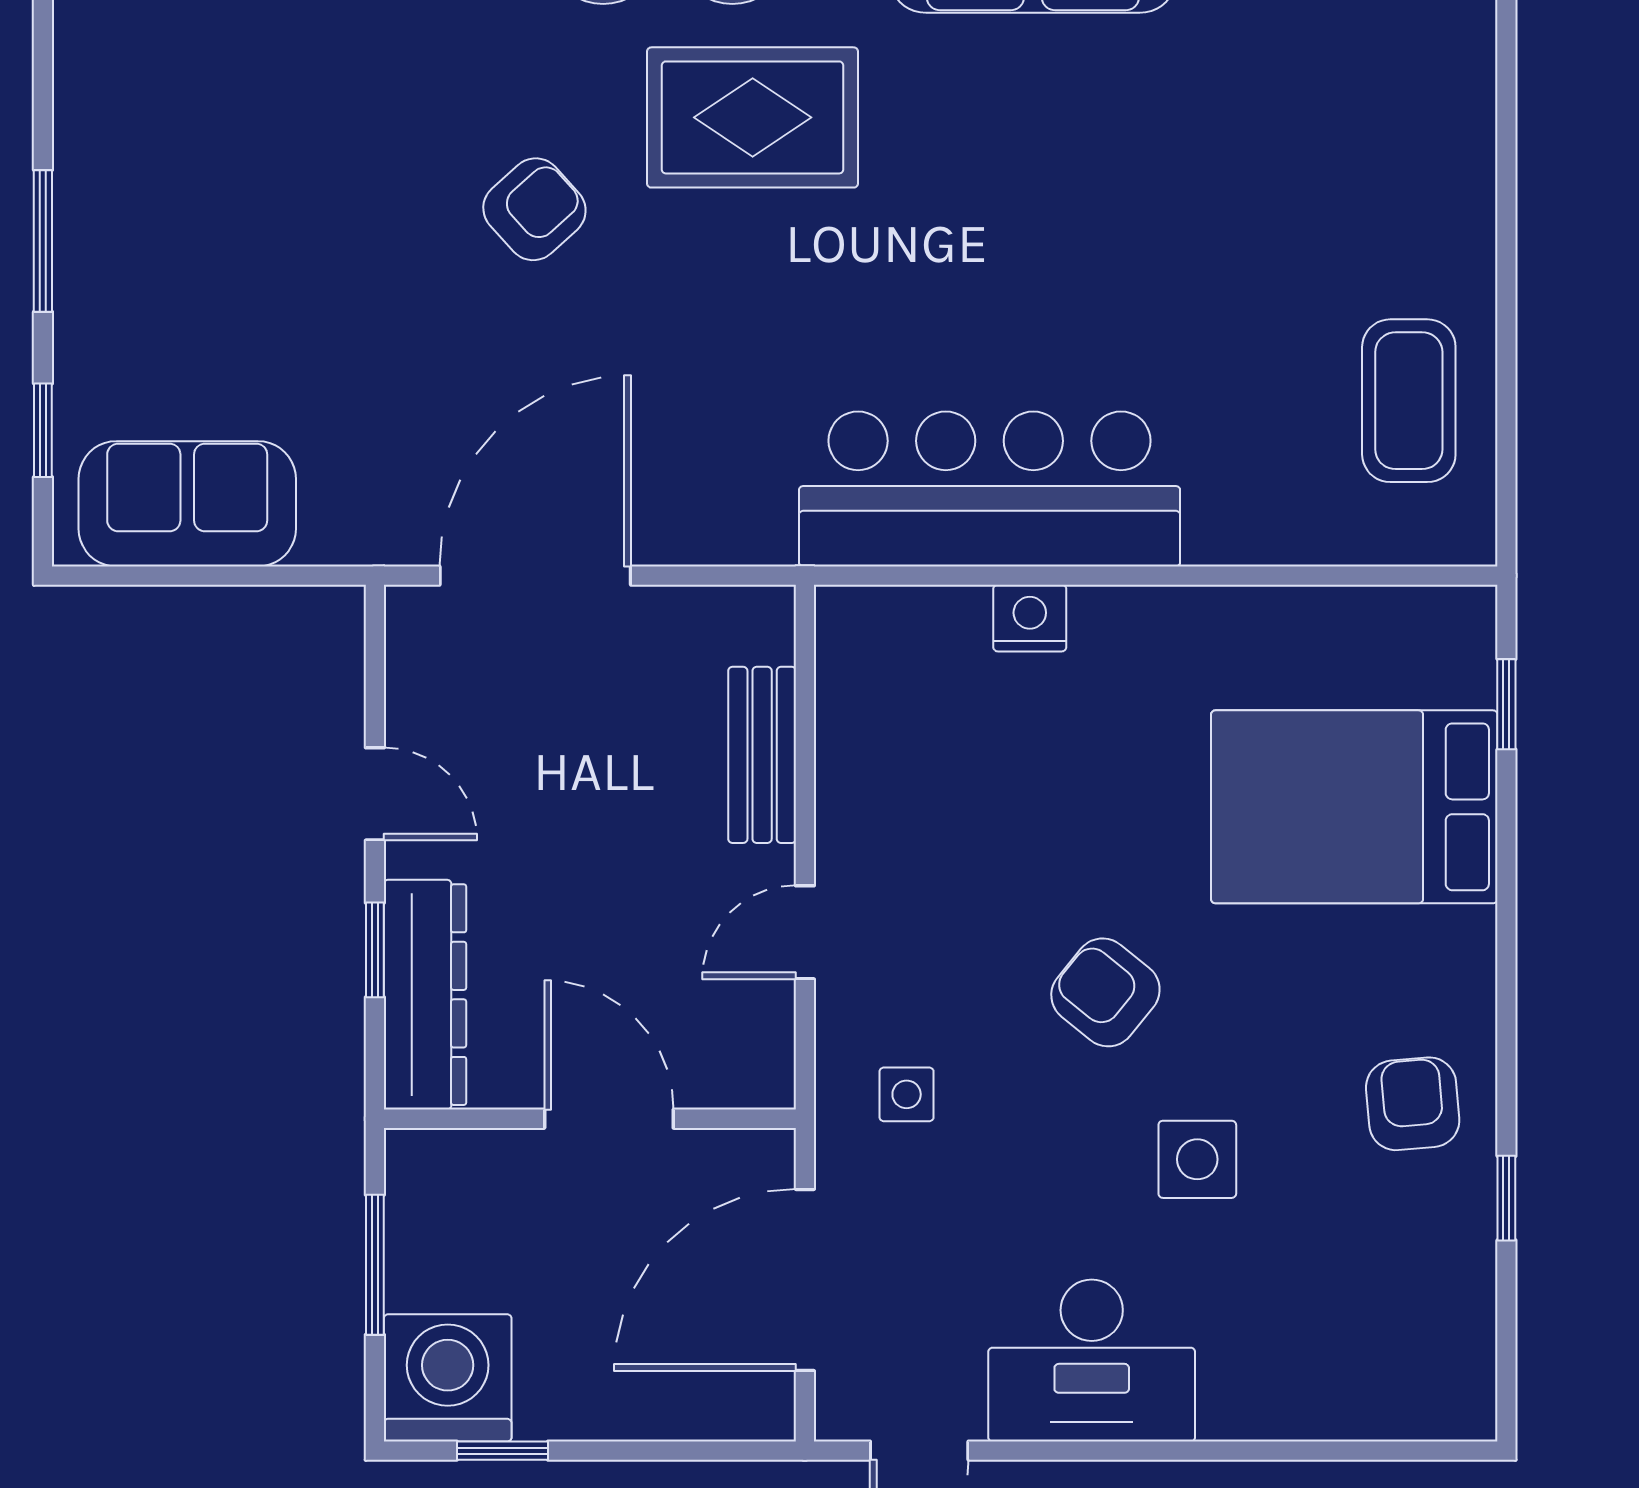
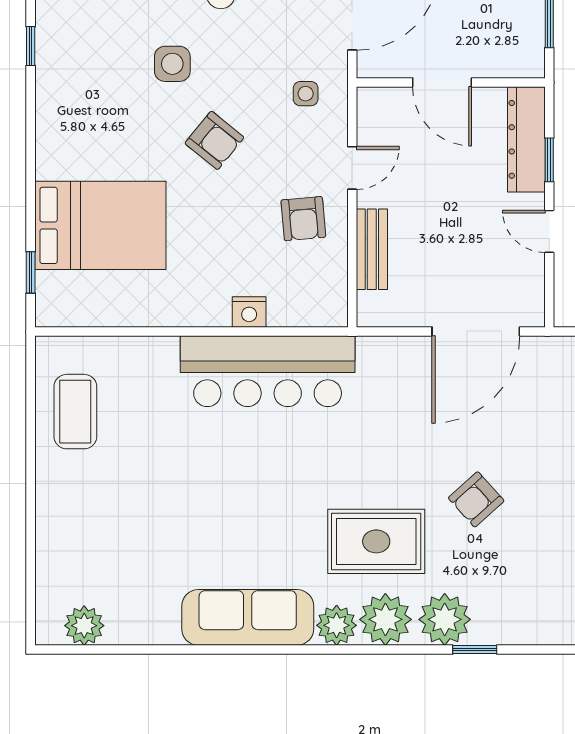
armchair: (1413, 1104) -> (303, 219), moved

